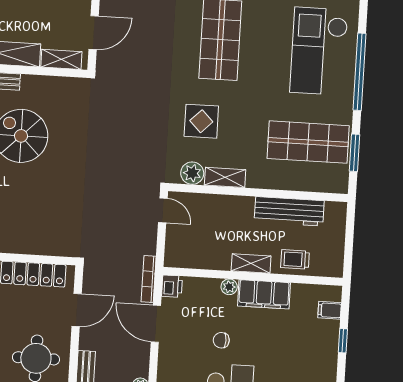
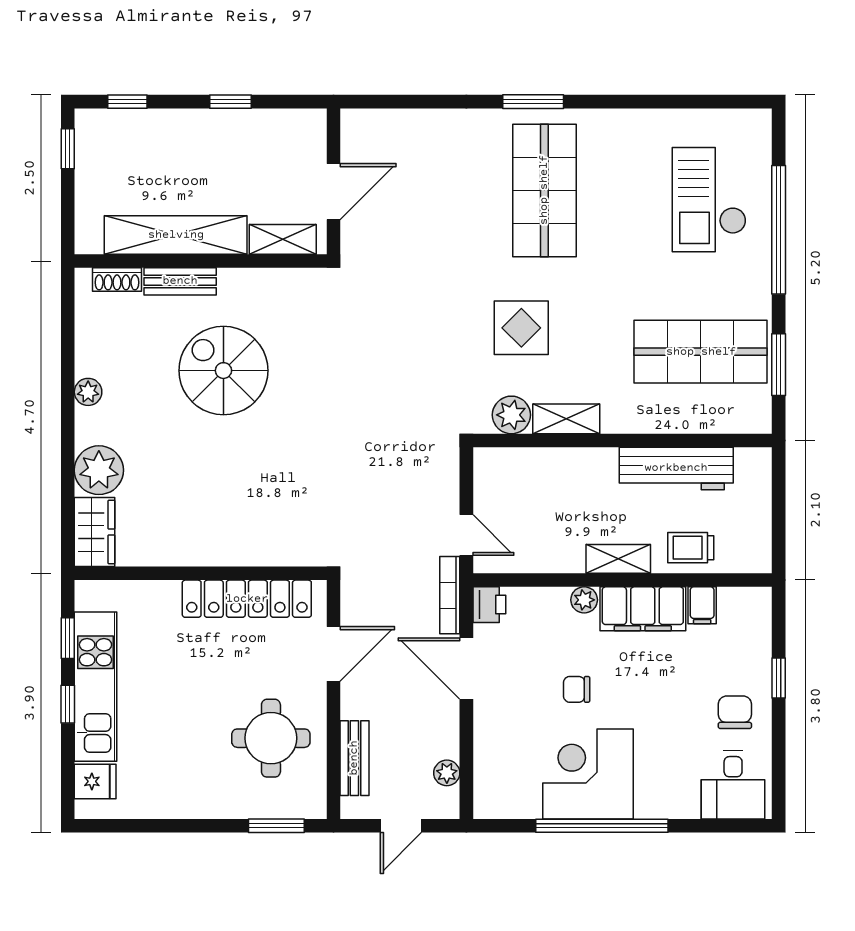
checkout: (319, 51) -> (709, 200), width x0.73, depth x0.83
door: (163, 210) -> (466, 535), moved
filing cabinet: (330, 310) -> (702, 605), moved, turned -90
chair: (315, 360) -> (735, 712), added

